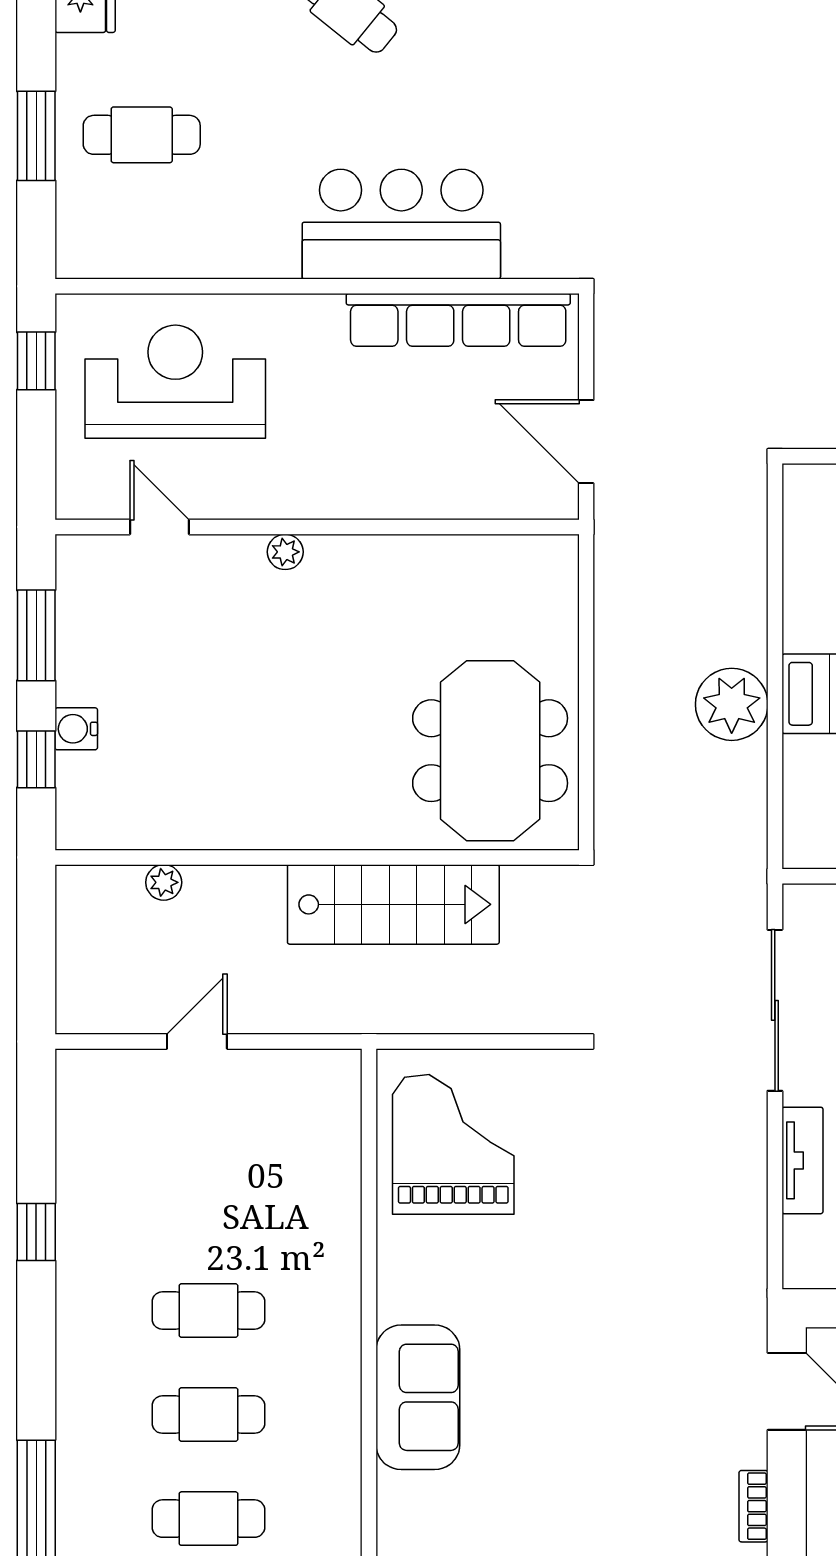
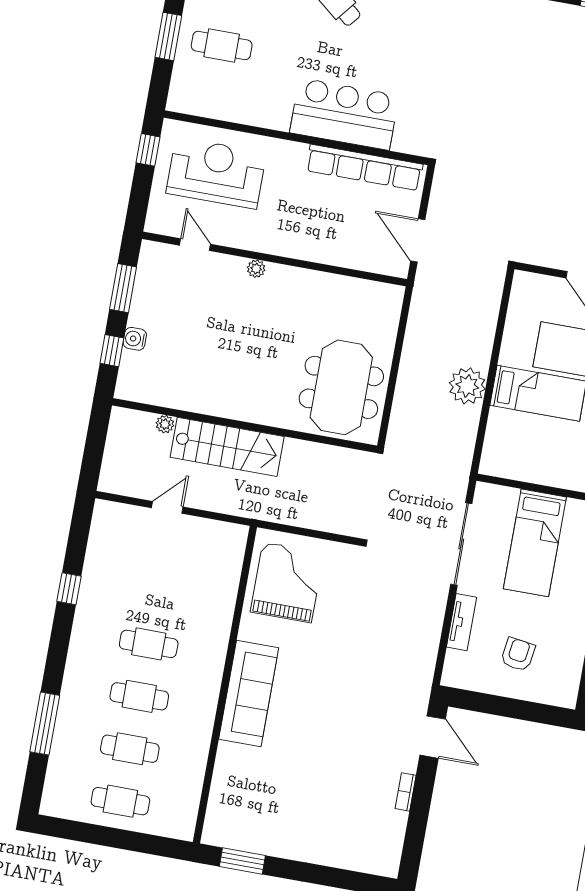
stairs: (393, 904) -> (227, 447), moved
sofa: (418, 1397) -> (249, 693), width x1.36

